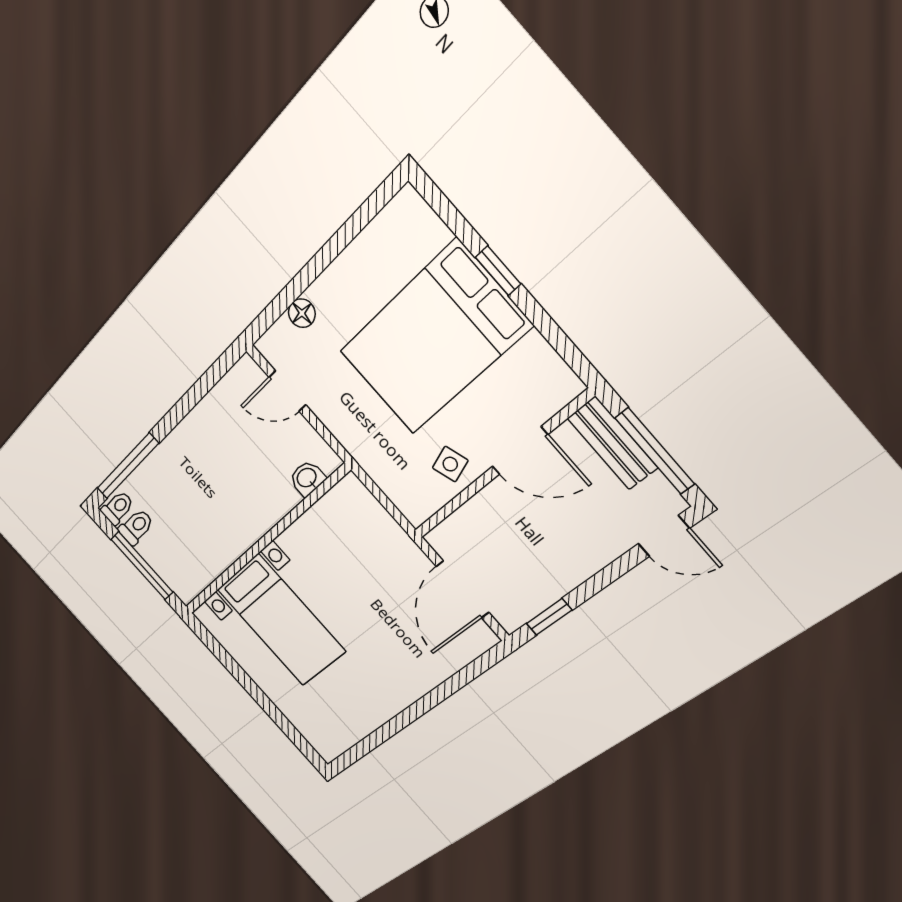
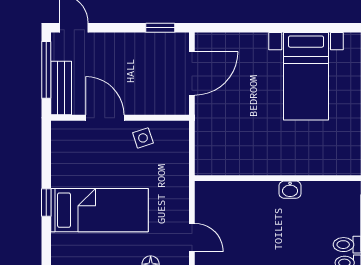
bed: (434, 339) -> (99, 210), width x0.67
washbasin: (307, 478) -> (290, 190), moved
bed with nightstands: (281, 620) -> (306, 76), moved, turned 180

